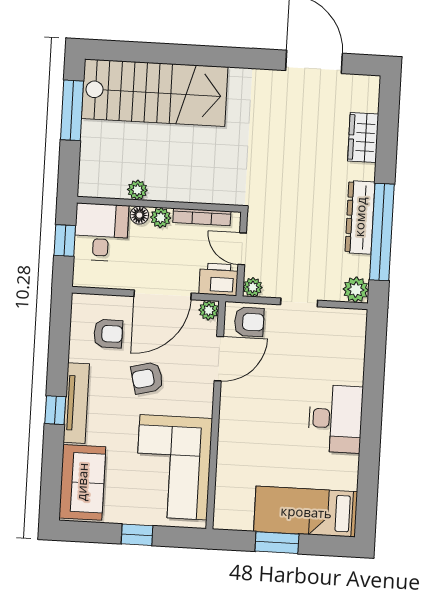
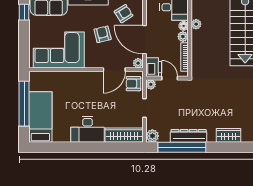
door: (242, 249) -> (170, 78), hinge flipped
armchair: (249, 322) -> (133, 84), turned 90
armchair: (108, 334) -> (124, 14), turned -122
wardrobe: (351, 346) -> (124, 135), added
door: (219, 359) -> (114, 70), hinge flipped
window: (137, 535) -> (24, 12), moved
window: (277, 543) -> (24, 104), width x2.11

